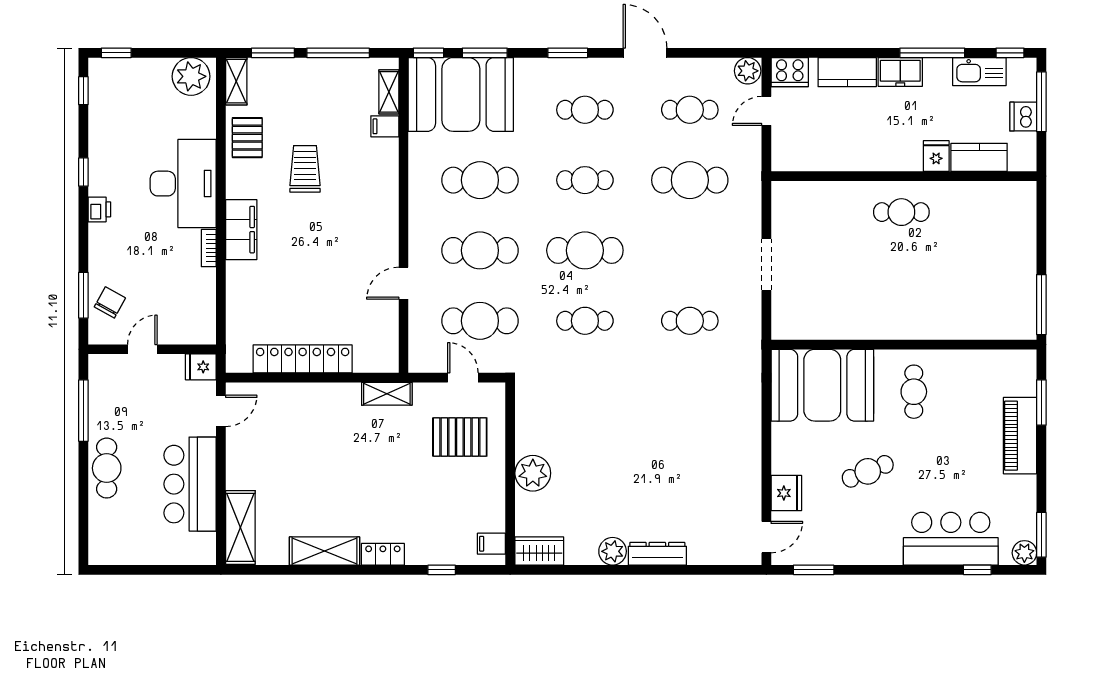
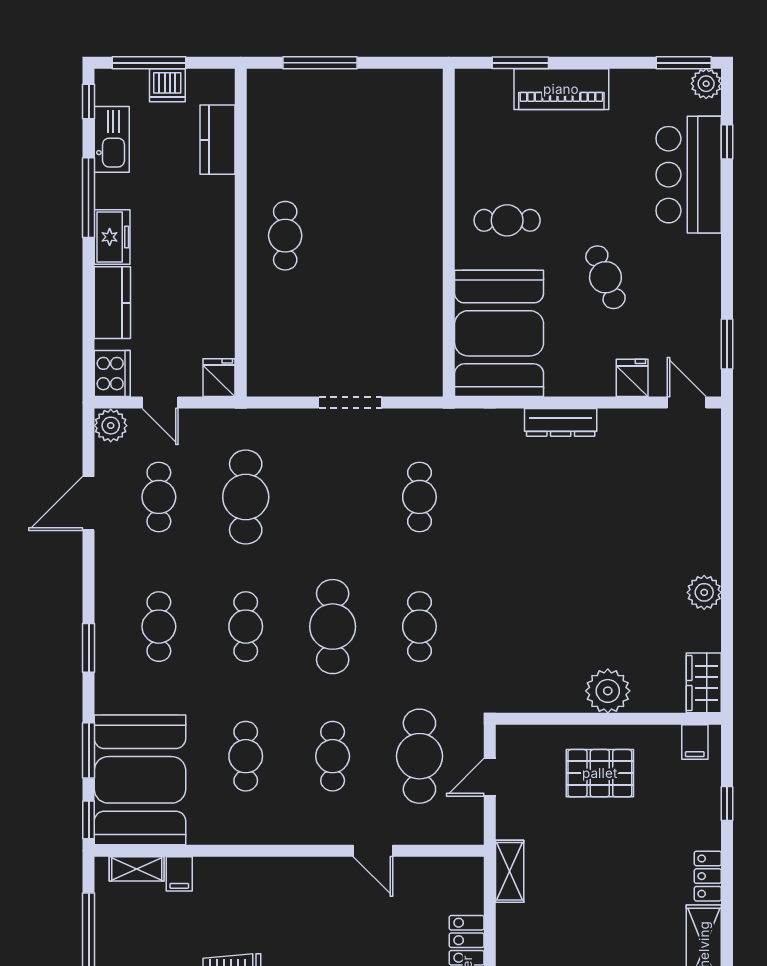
door: (645, 53) -> (89, 503), moved
fridge: (936, 156) -> (219, 378), moved, turned 90
cafe table: (480, 180) -> (246, 756), width x0.73, depth x0.74
cafe table: (480, 250) -> (333, 756), width x0.73, depth x0.74
window: (1041, 305) -> (320, 63), moved
pallet: (460, 437) -> (600, 773), moved, turned 90
fridge: (786, 493) -> (632, 378), width x0.72
dresser: (657, 554) -> (561, 422), moved, turned -90

